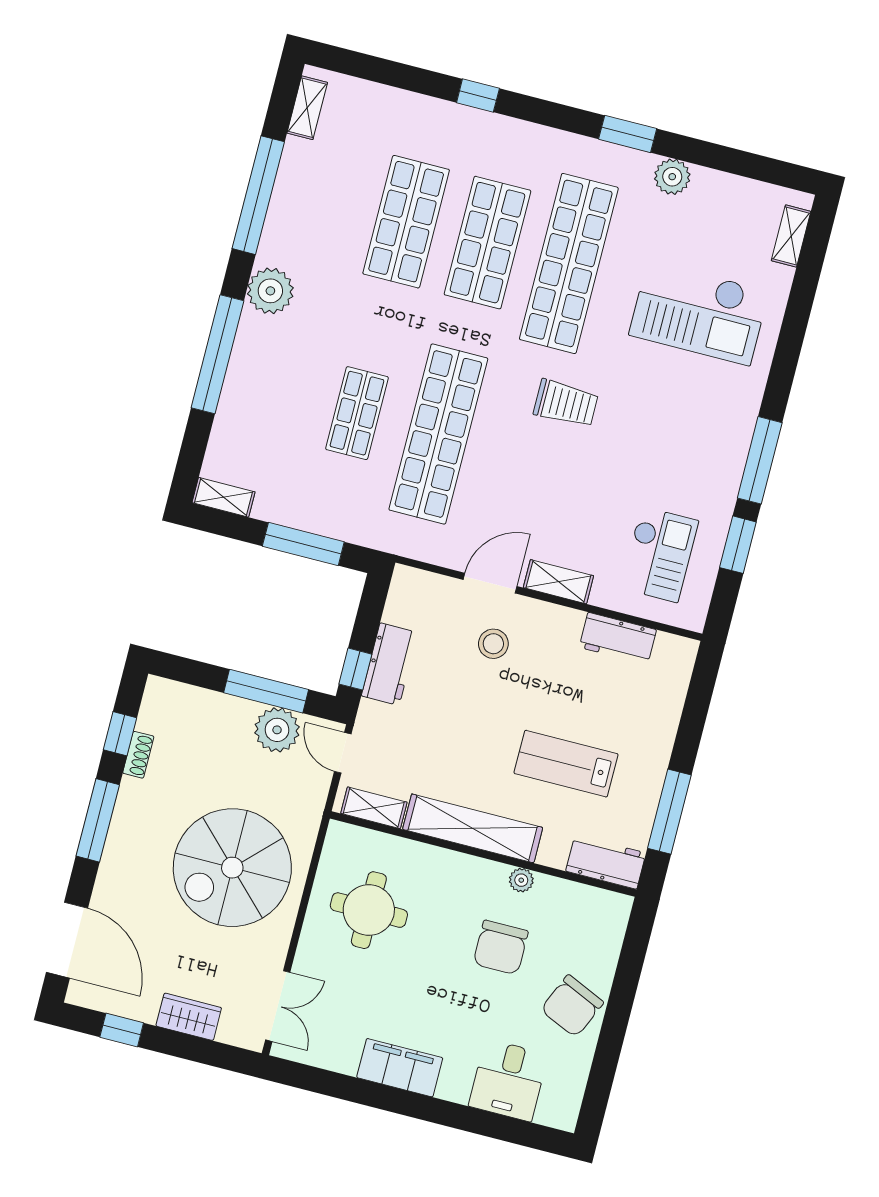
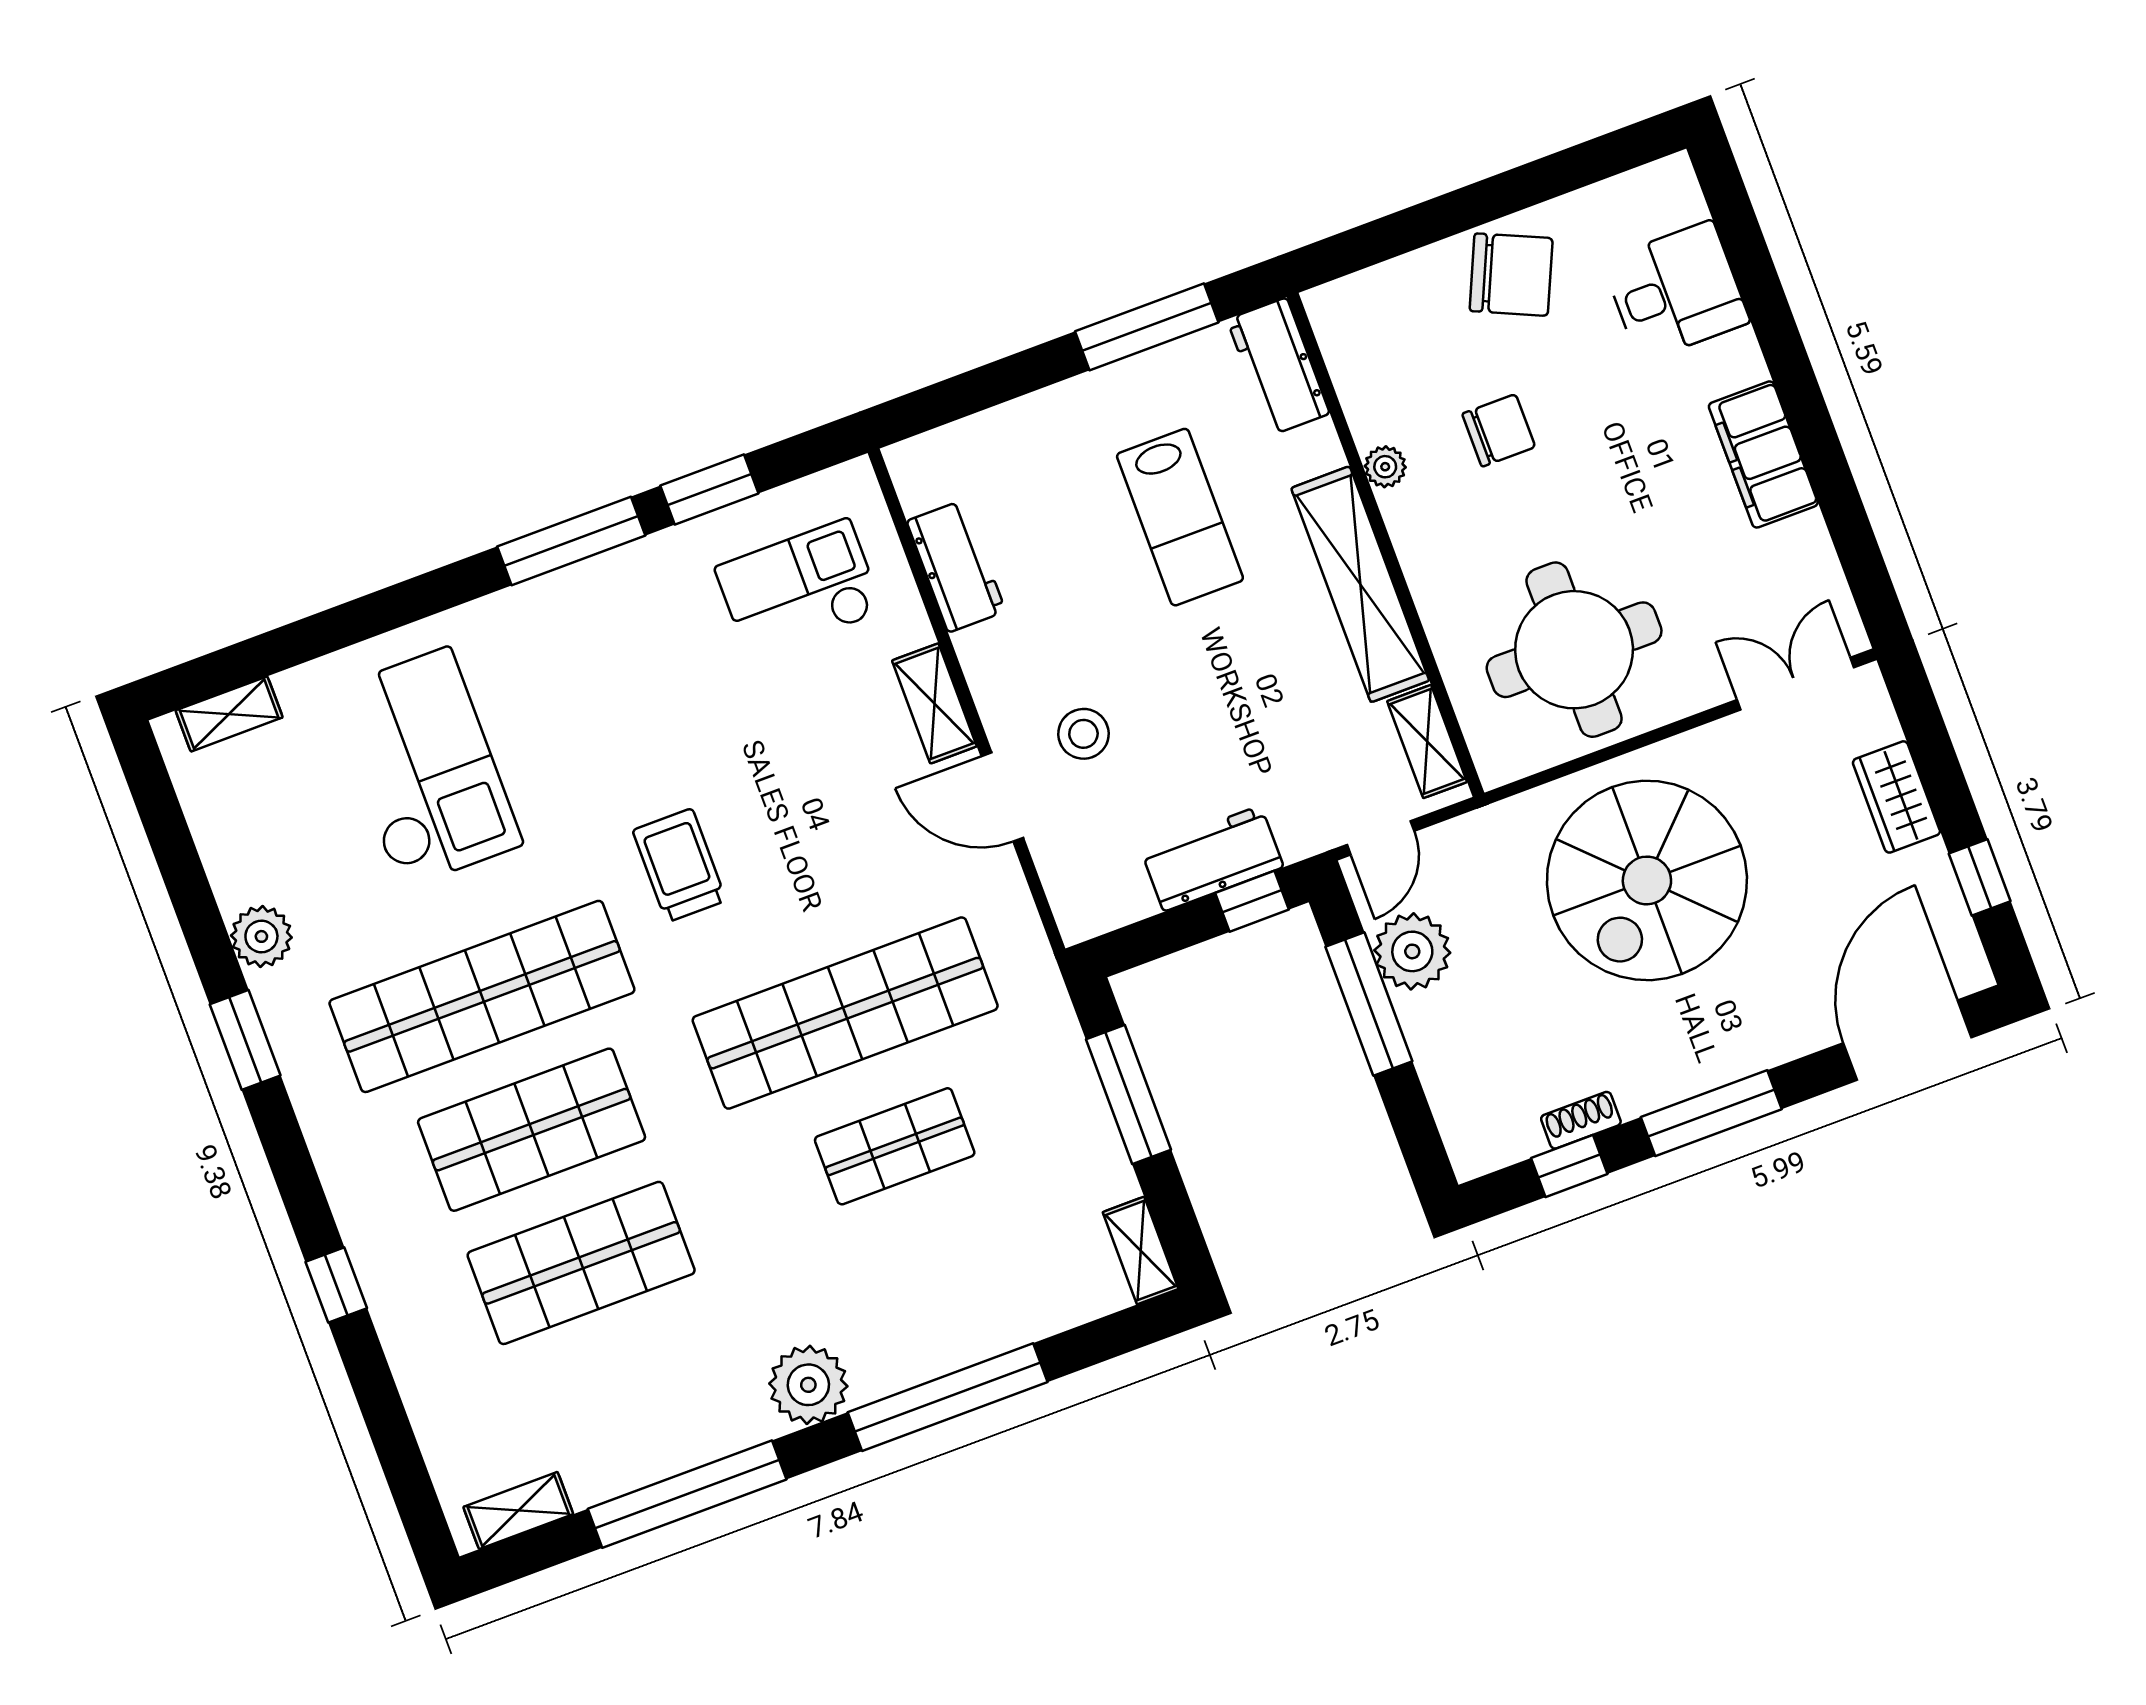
spiral stairs: (232, 868) -> (1647, 880), turned 90
round table: (369, 910) -> (1574, 650), width x1.36, depth x1.36
chair: (501, 947) -> (1499, 430), width x0.73, depth x0.73

